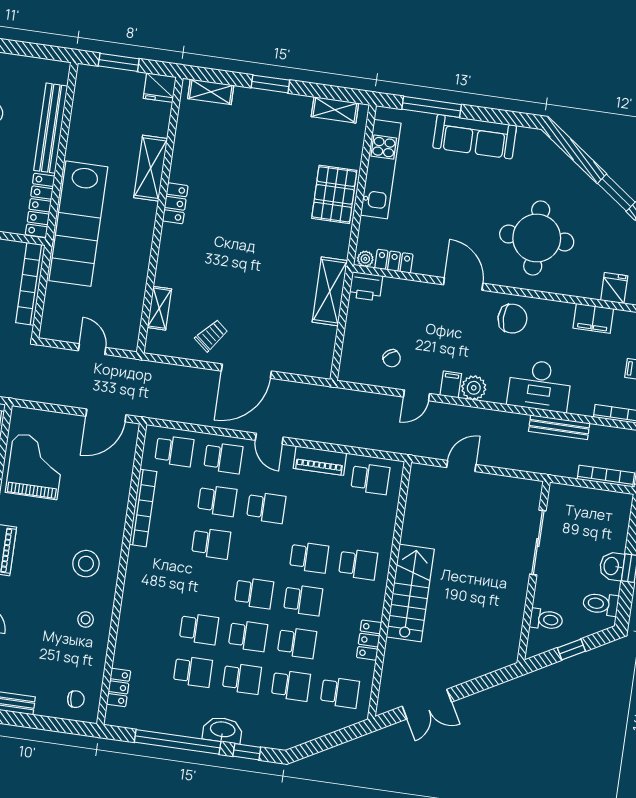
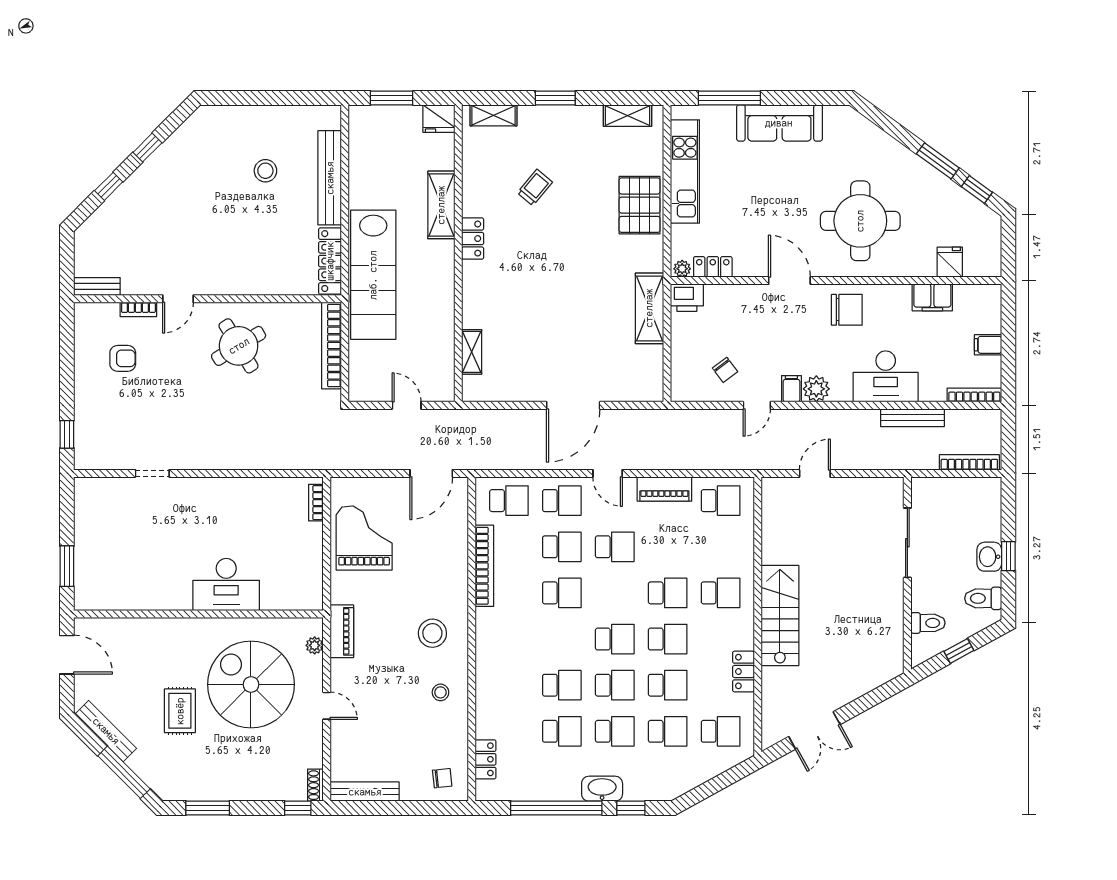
trolley: (211, 336) -> (535, 187), moved

